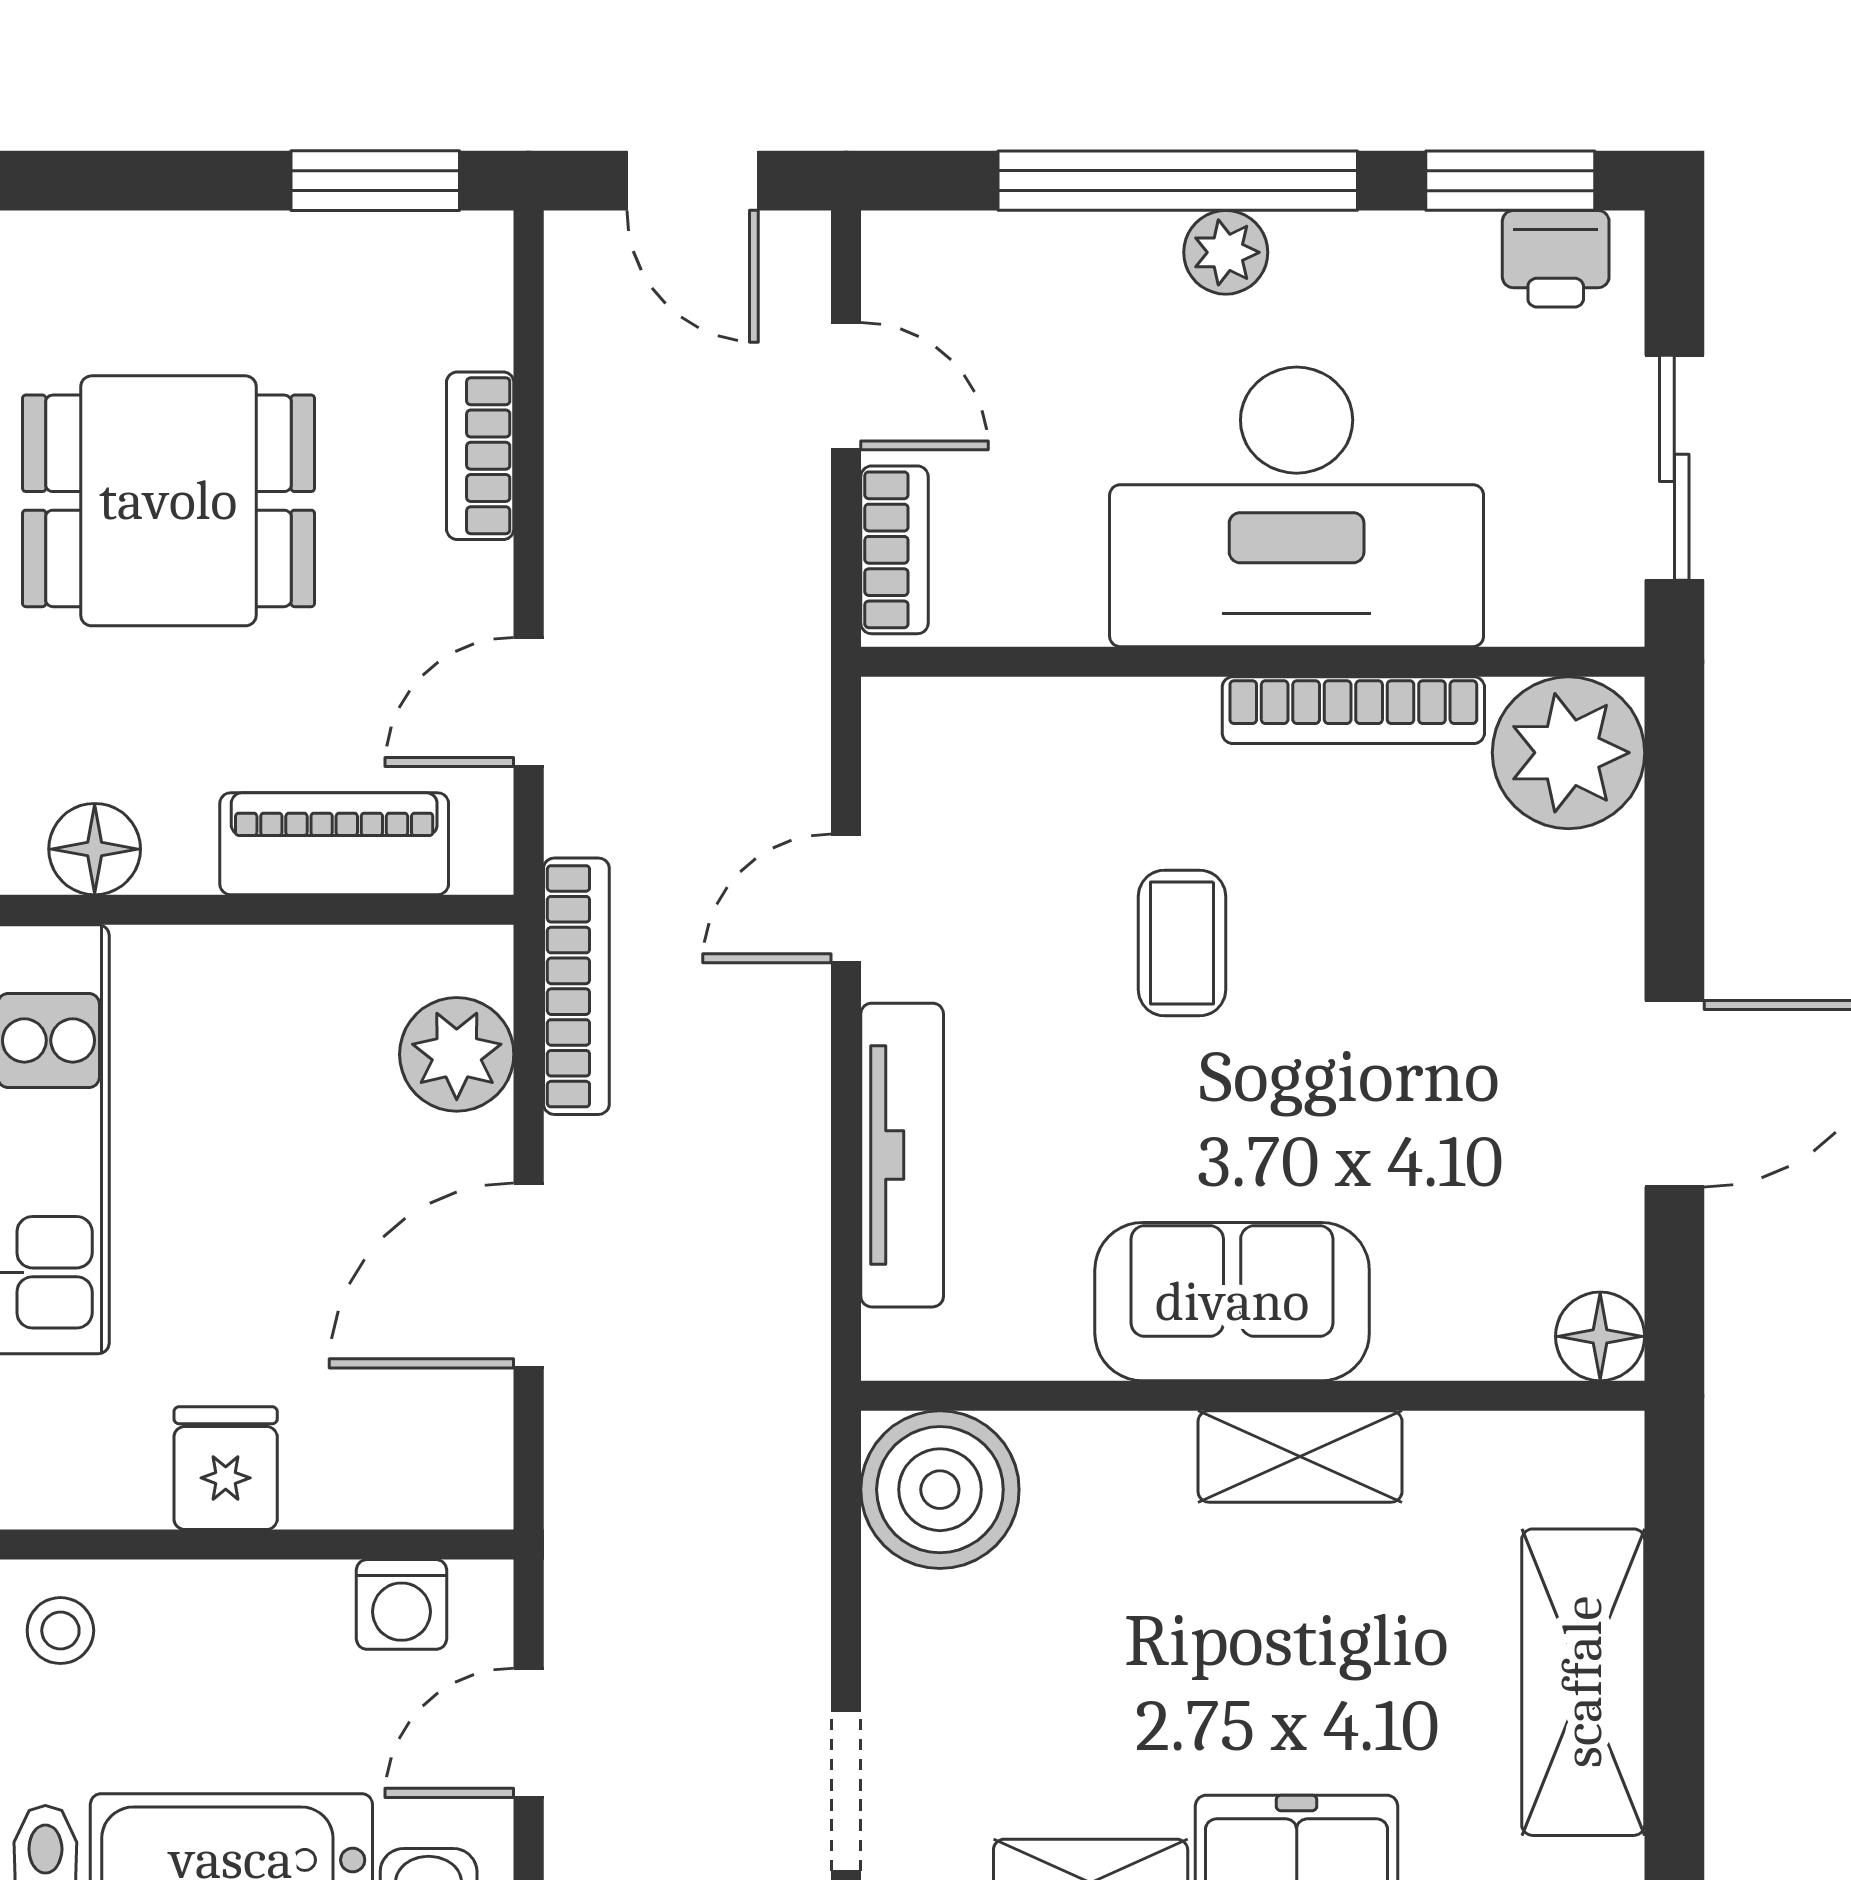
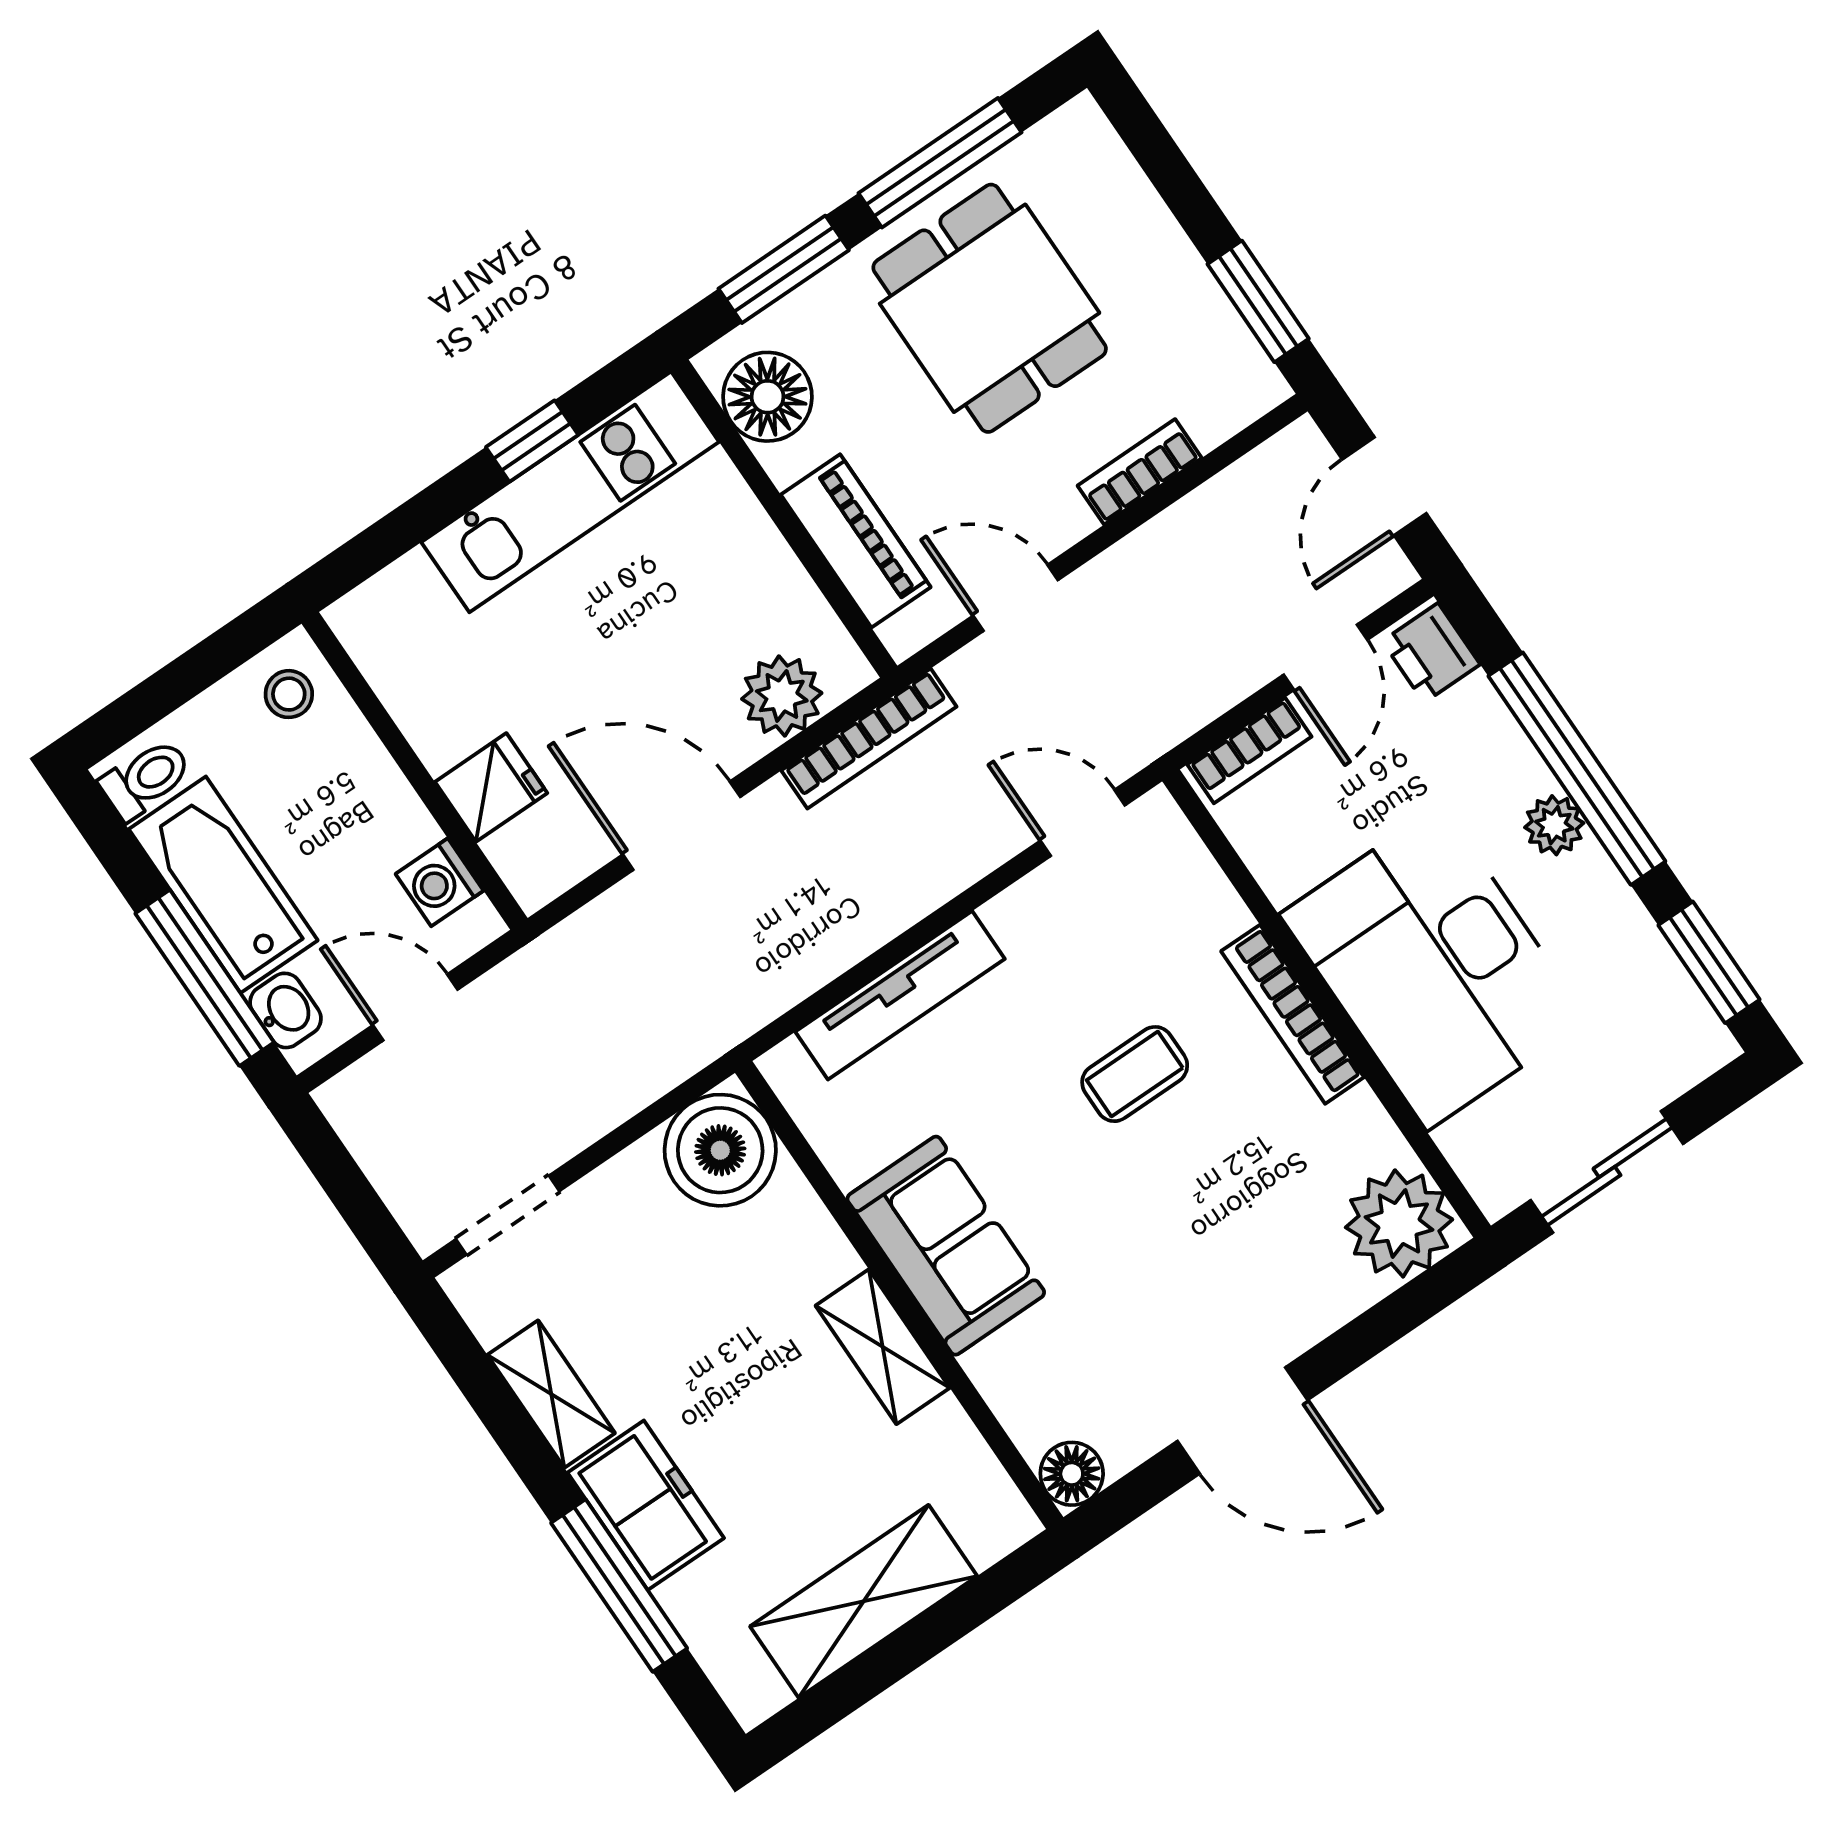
printer: (1556, 259) -> (1431, 653), moved
bookcase: (1353, 710) -> (1293, 1014), moved
floor lamp: (95, 849) -> (767, 397), width x1.38, depth x1.38
door: (846, 898) -> (1083, 823), moved
fridge: (226, 1468) -> (491, 787), moved

